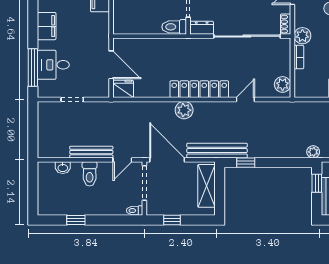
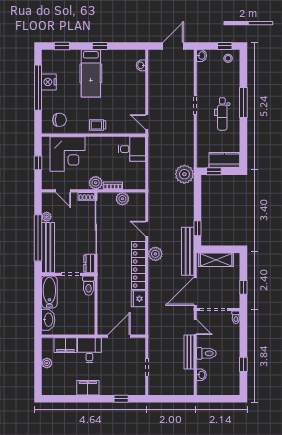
desk: (53, 65) -> (89, 350), moved, turned 180
window: (33, 67) -> (121, 399), width x0.46
plant: (283, 84) -> (122, 199), moved
fridge: (123, 89) -> (138, 299), moved
plant: (184, 110) -> (155, 254), moved
plant: (313, 152) -> (184, 174), width x1.87, depth x1.87

